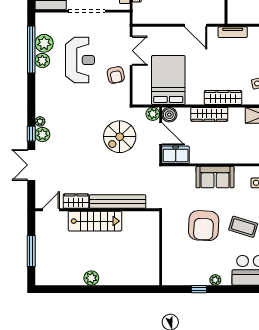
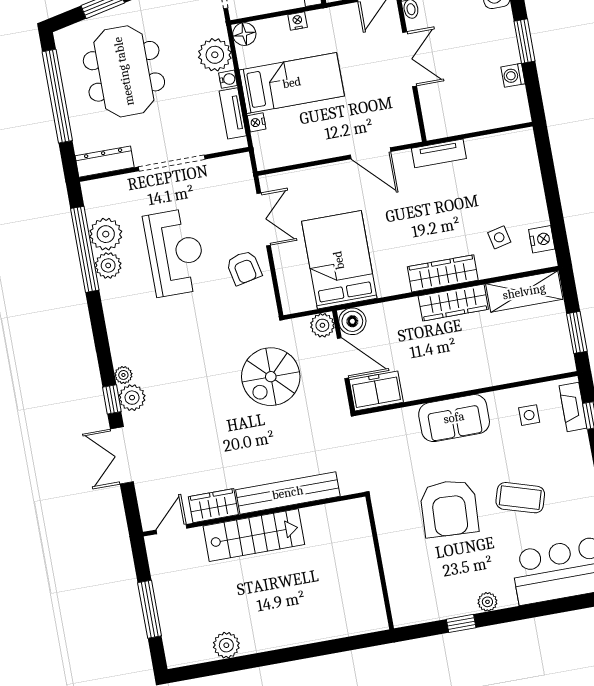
wardrobe: (209, 114) -> (453, 303), moved
plant: (91, 278) -> (226, 645), moved

